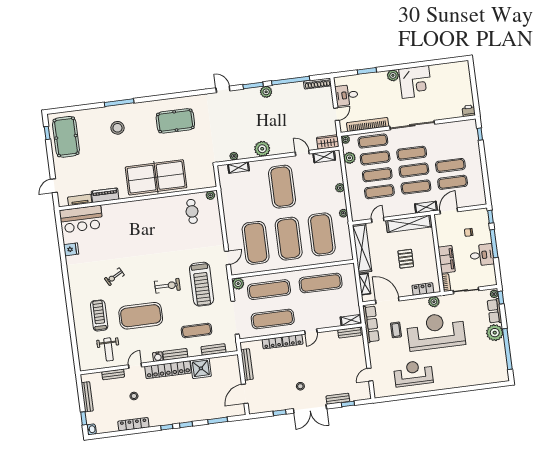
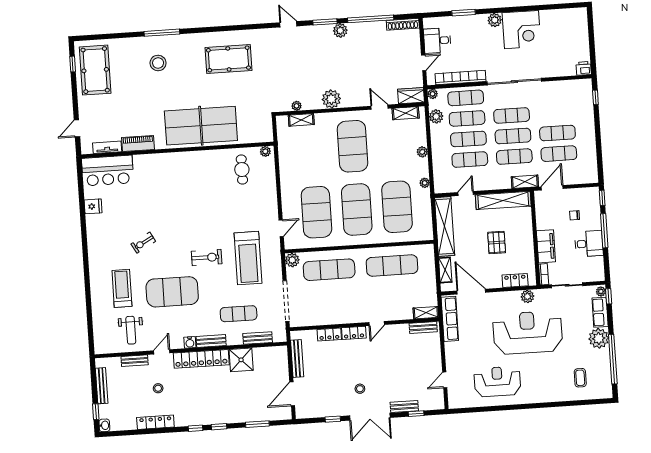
exercise mat: (273, 319) -> (331, 305), removed
coffee table: (396, 330) -> (580, 378), moved

